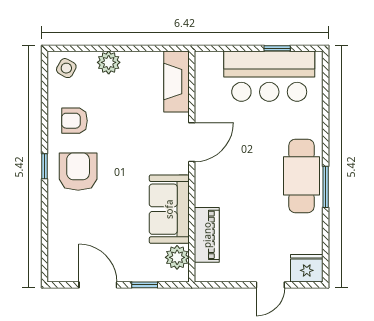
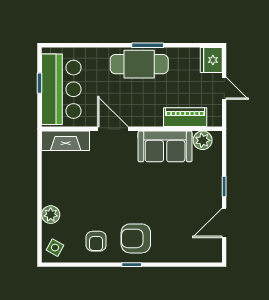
fireplace: (176, 82) -> (66, 141), moved
door: (192, 142) -> (113, 129), moved
wall: (192, 167) -> (132, 129), moved
sofa: (169, 209) -> (165, 146), moved
piano: (207, 235) -> (185, 117), moved
plant: (177, 257) -> (203, 140), moved

